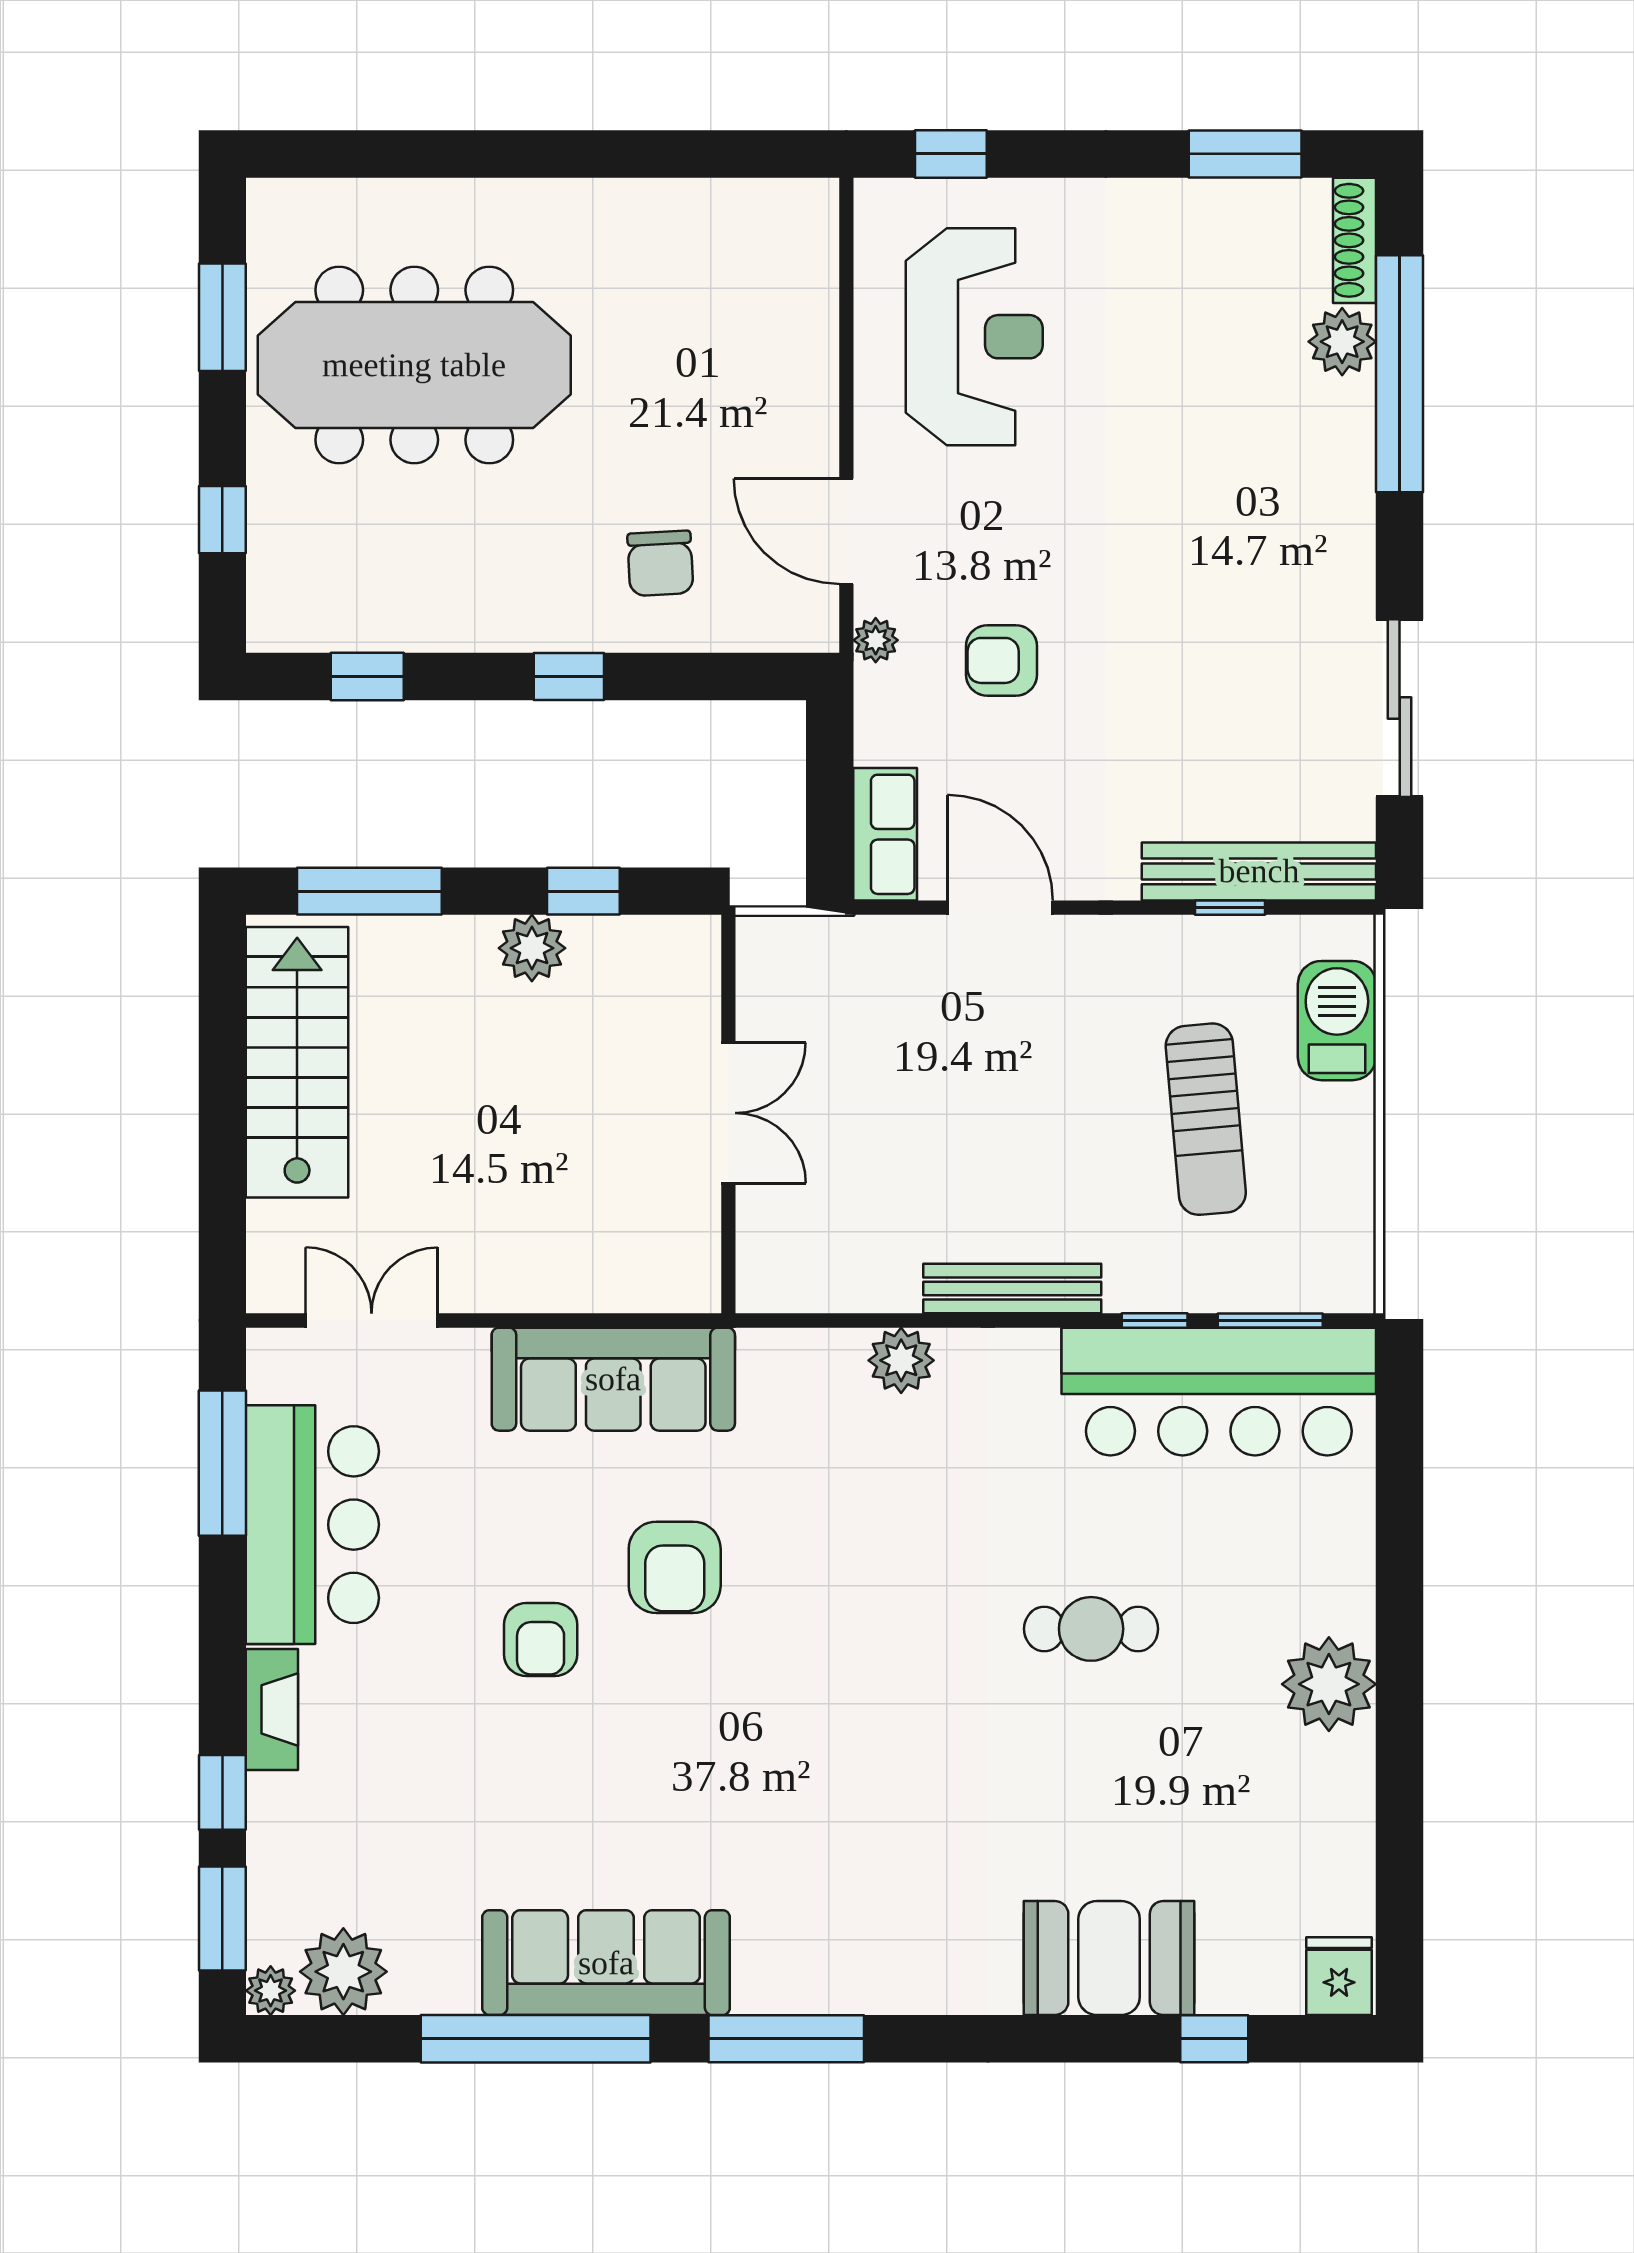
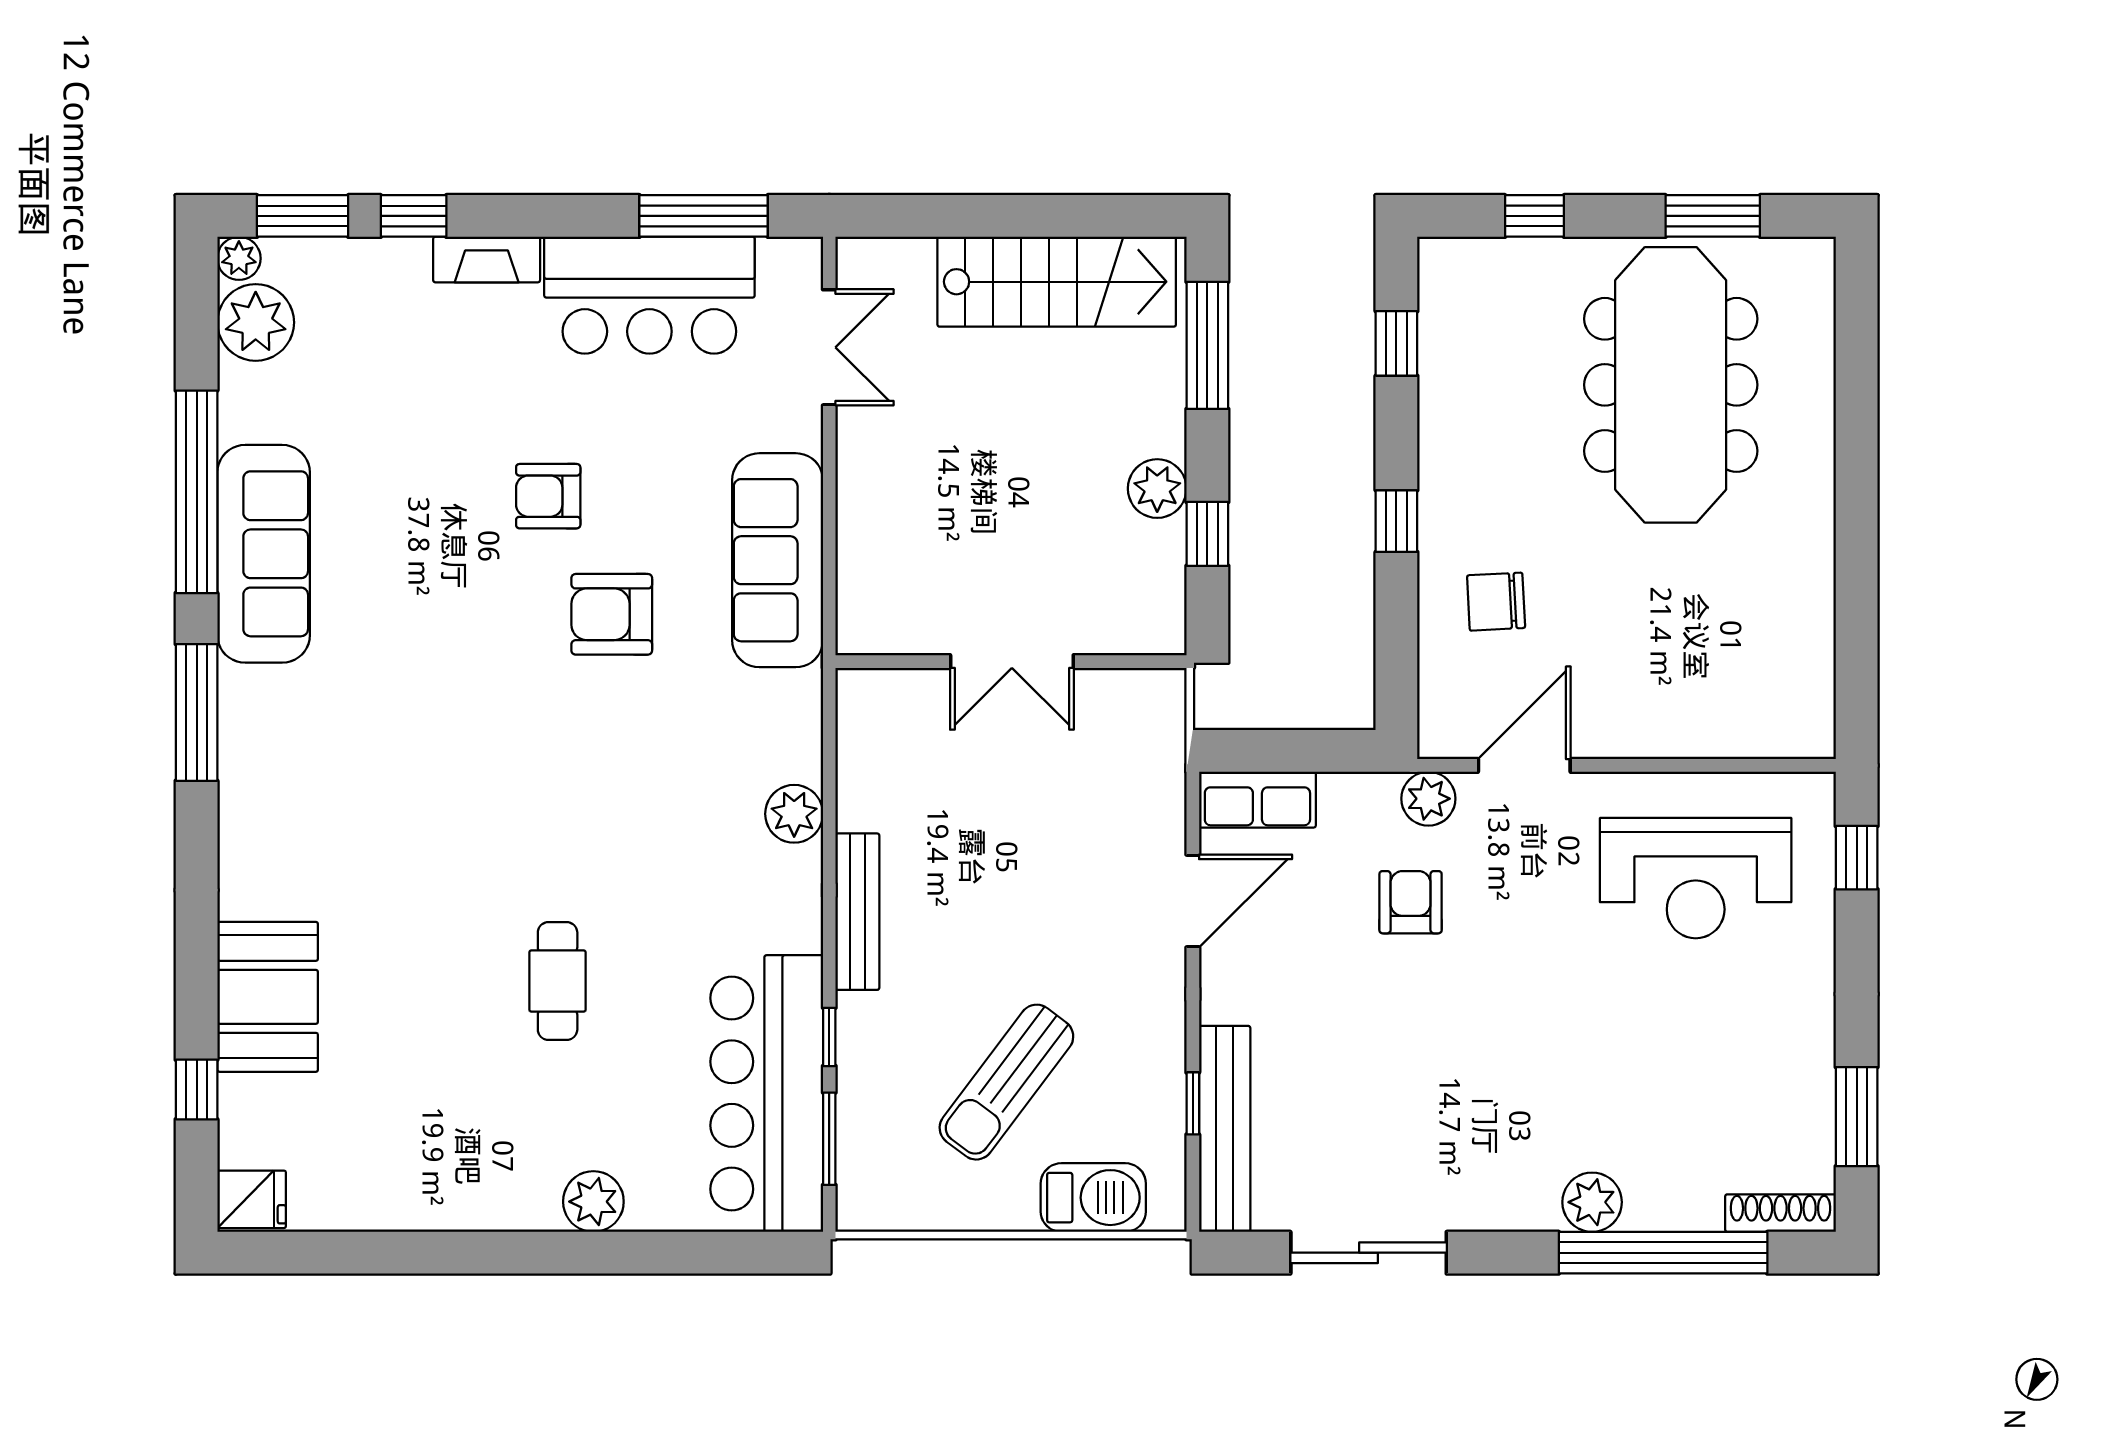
plant: (1342, 342) -> (1592, 1202), moved
plant: (876, 640) -> (1428, 799), width x1.38, depth x1.38
sun lounger: (1206, 1119) -> (1006, 1082), turned -48
plant: (1329, 1684) -> (593, 1202), moved, width x0.73, depth x0.73

